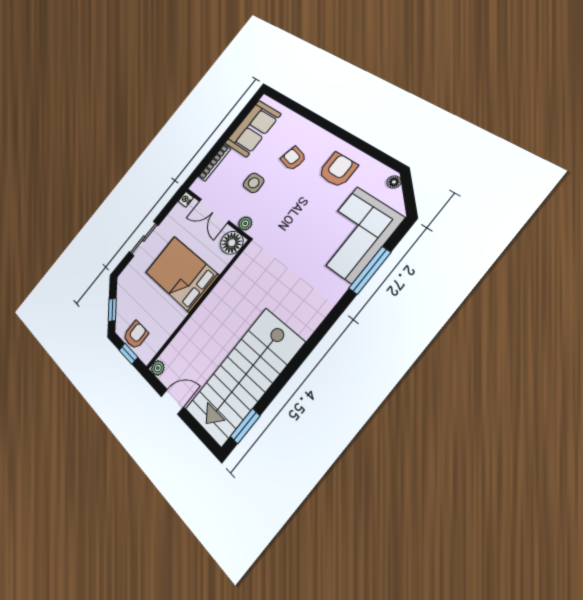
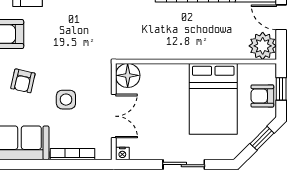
plant: (245, 223) -> (104, 77), removed
bed: (182, 274) -> (213, 99), moved
plant: (158, 368) -> (263, 46), width x1.87, depth x1.87

